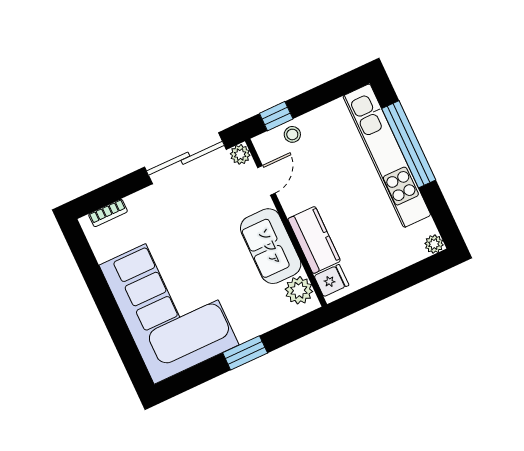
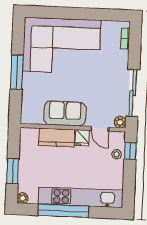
window: (409, 144) -> (63, 211), moved
fridge: (331, 281) -> (82, 138), moved
window: (401, 281) -> (13, 171), added
plant: (299, 290) -> (35, 116), removed
window: (245, 353) -> (17, 72), width x1.44

